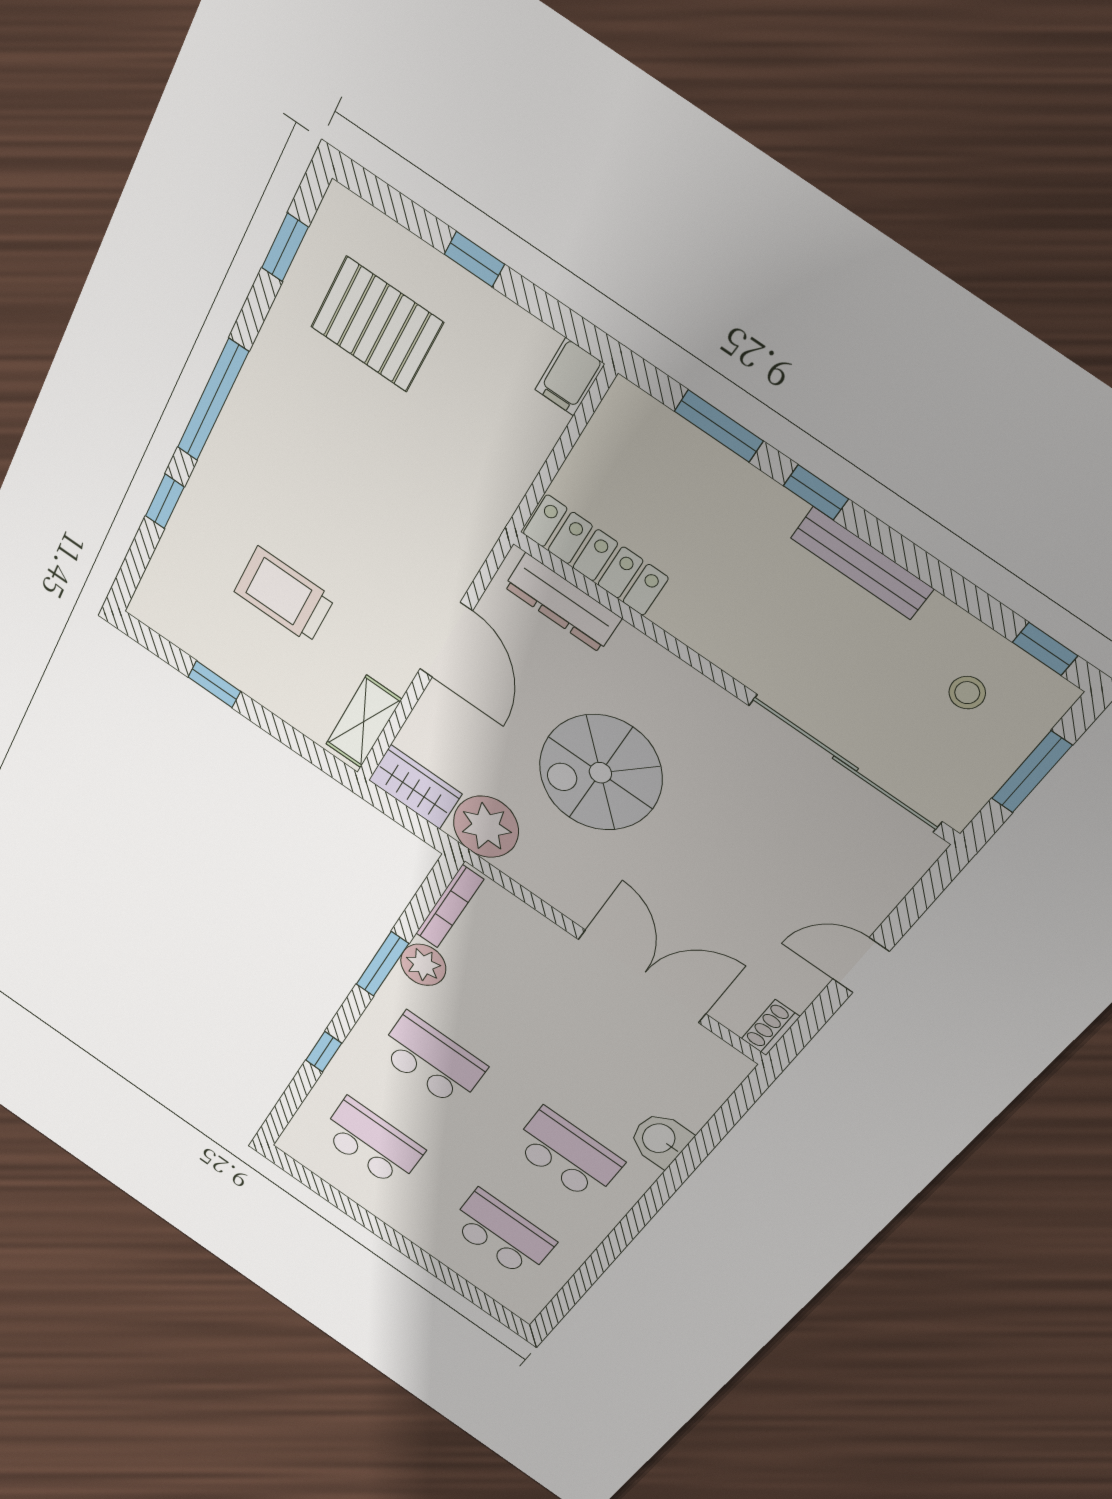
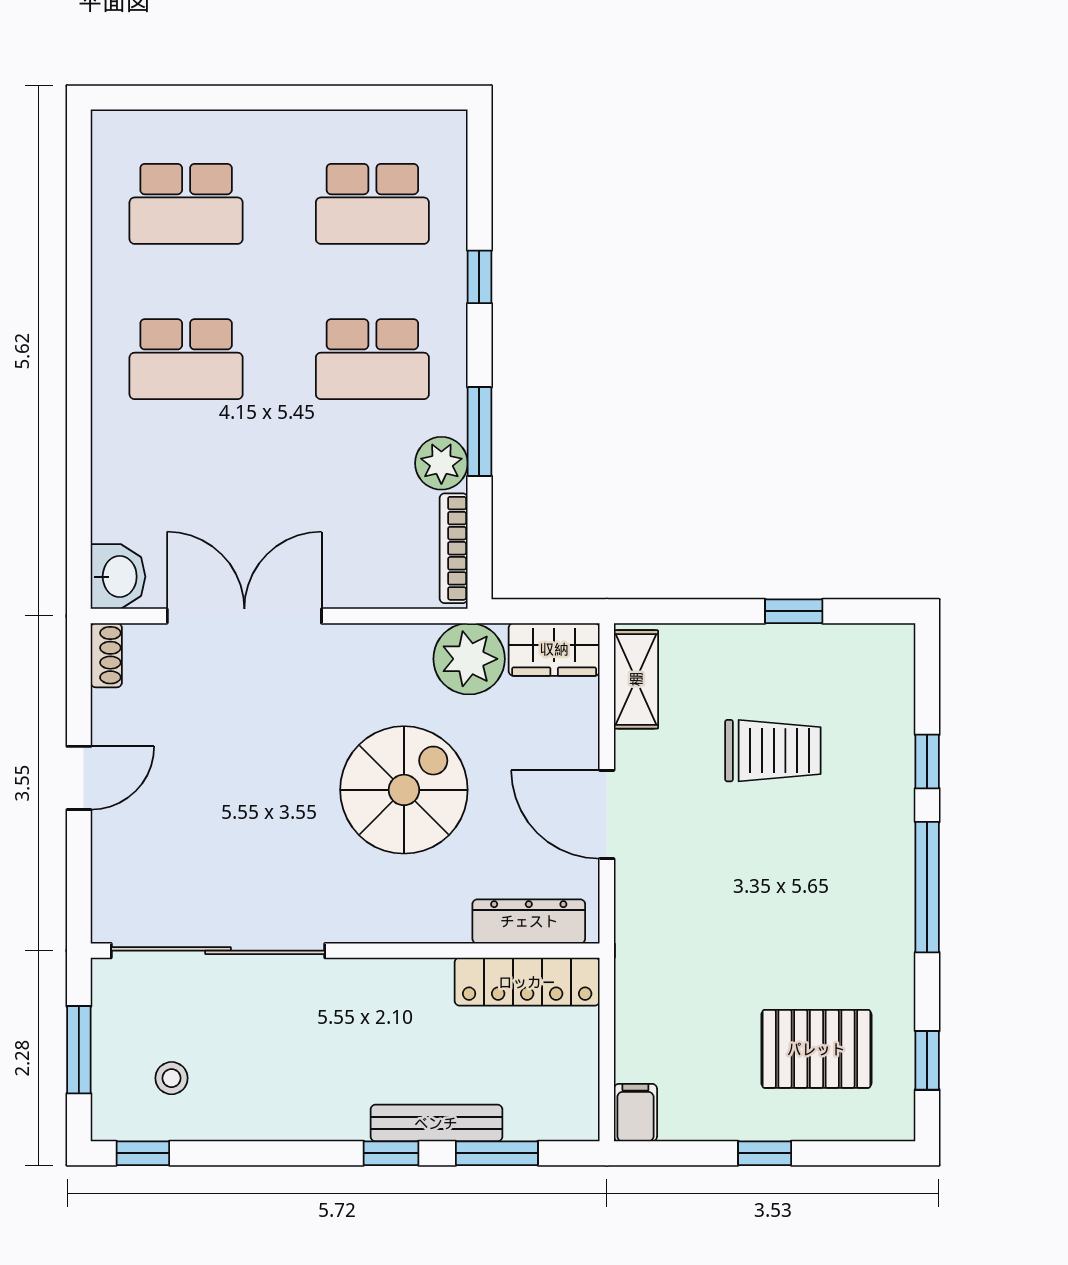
bench: (862, 563) -> (436, 1123), moved
double door: (642, 976) -> (244, 616), swing flipped
washbasin: (660, 1139) -> (118, 577), moved

